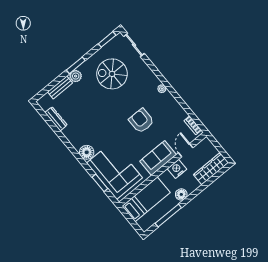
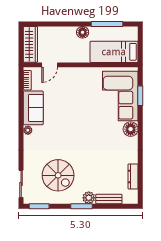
armchair: (141, 121) -> (66, 118), removed
sofa: (158, 158) -> (33, 108), moved, turned -90
nightstand: (177, 169) -> (69, 56), removed
wardrobe: (211, 169) -> (30, 44), moved, turned -90

